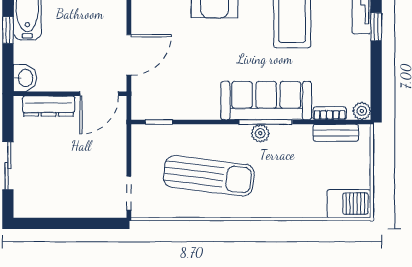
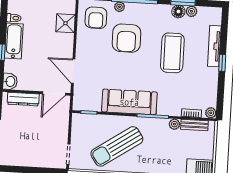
door: (129, 55) -> (73, 71), swing flipped
sofa: (266, 101) -> (129, 102), moved
plant: (260, 133) -> (174, 124), moved
sun lounger: (209, 176) -> (117, 146), turned 139

